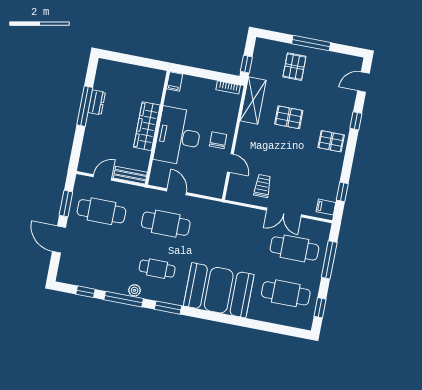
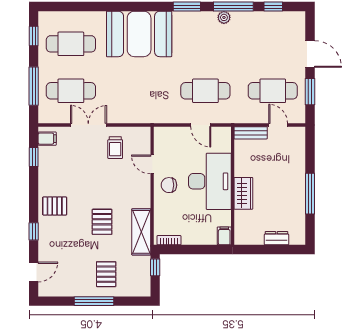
dresser: (97, 102) -> (277, 238), moved, turned 90
pallet: (289, 117) -> (102, 222), turned 90
wardrobe: (147, 126) -> (243, 193), width x0.67
chair: (218, 140) -> (169, 185), turned 90
door: (102, 178) -> (278, 125), swing flipped
cafe table: (157, 269) -> (205, 44), removed

